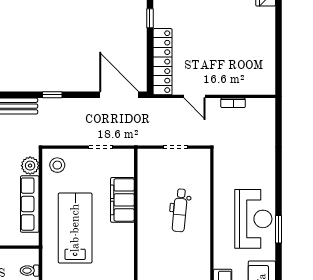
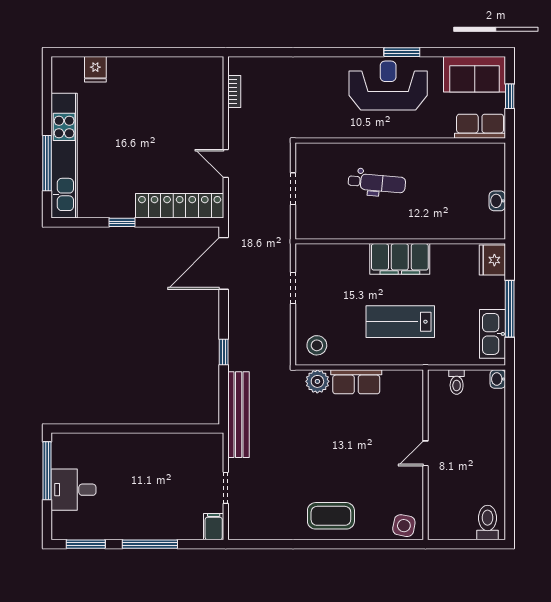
door: (194, 96) -> (226, 163), swing flipped
bookcase: (233, 103) -> (234, 92), moved
filing cabinet: (122, 200) -> (400, 259), moved
row of seats: (30, 204) -> (356, 382), width x0.68
lab bench: (75, 228) -> (400, 322), width x0.73, depth x0.72

